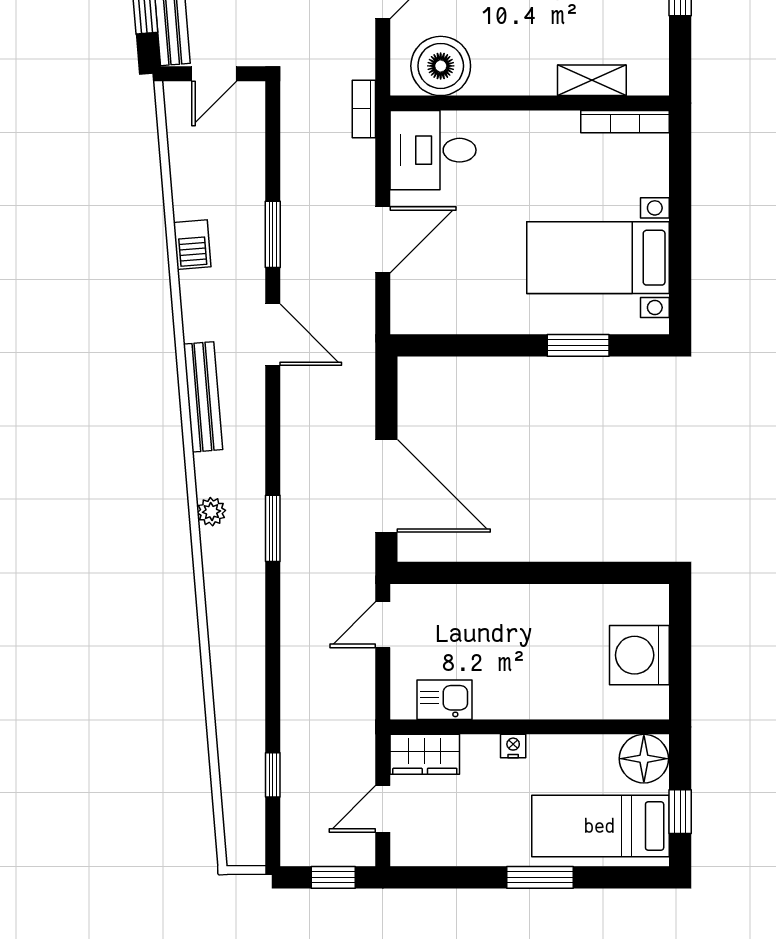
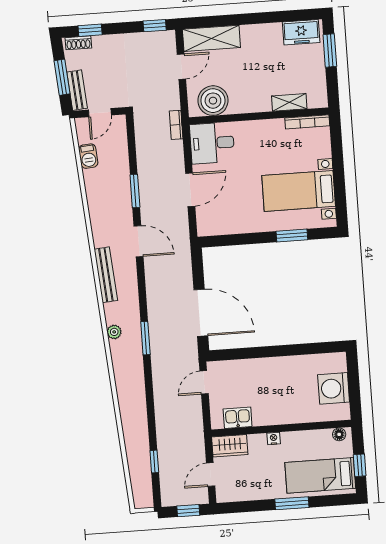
barbecue: (192, 245) -> (88, 156), moved
floor lamp: (644, 759) -> (339, 434), width x0.53, depth x0.53

